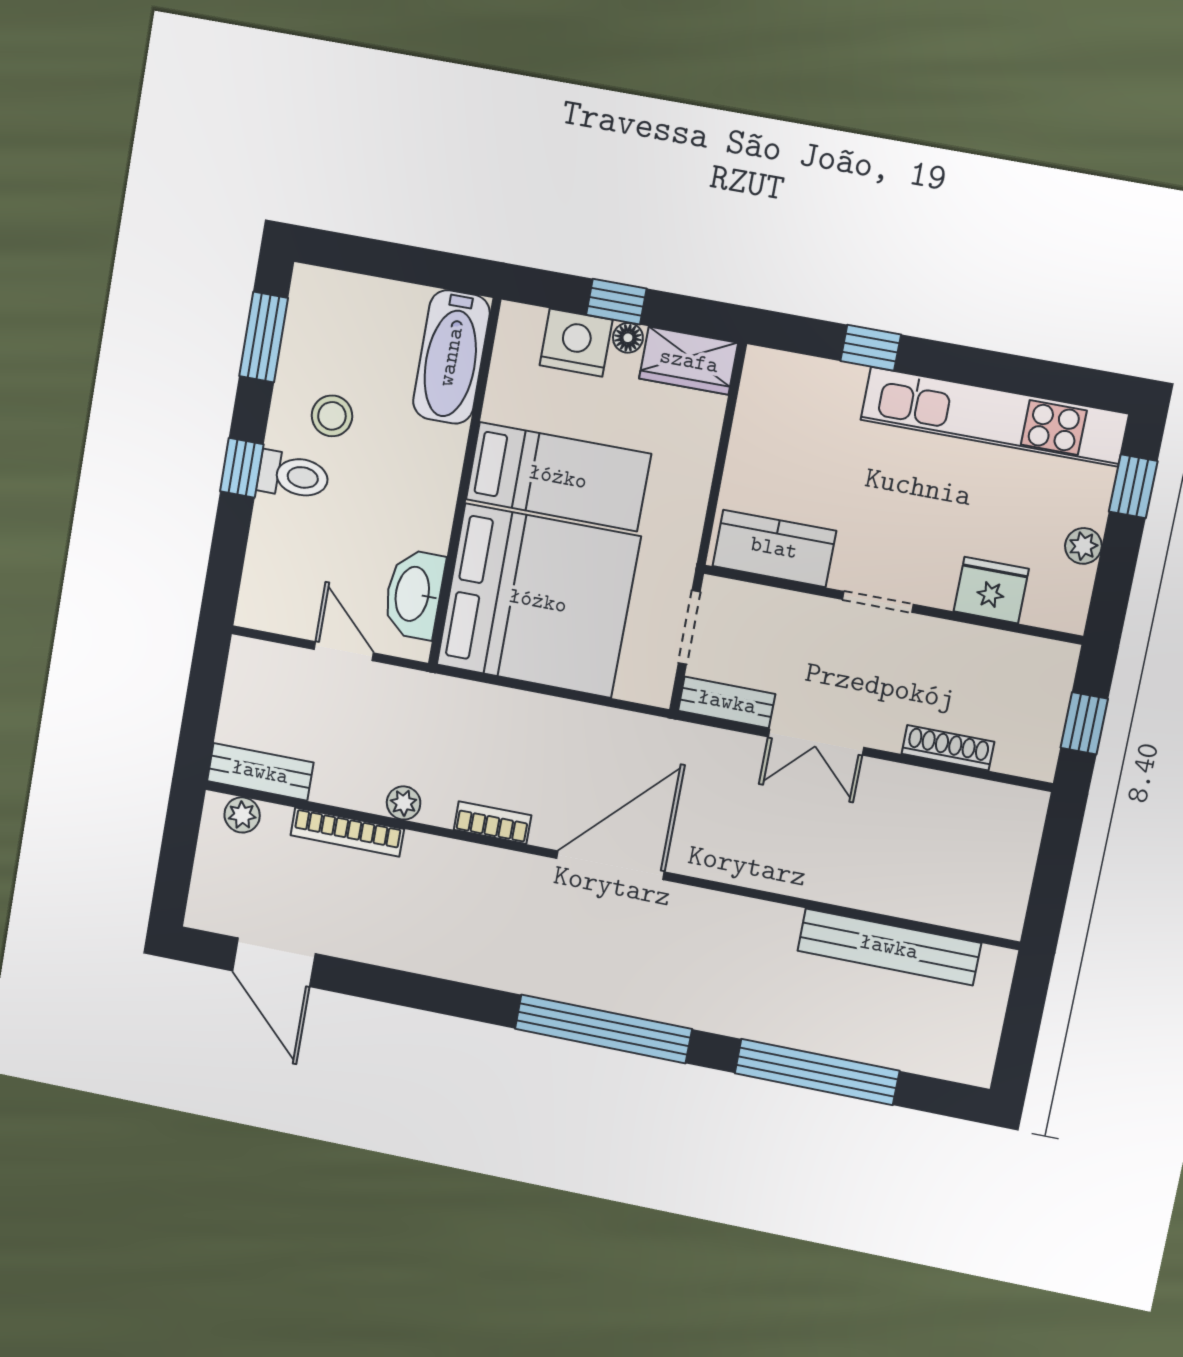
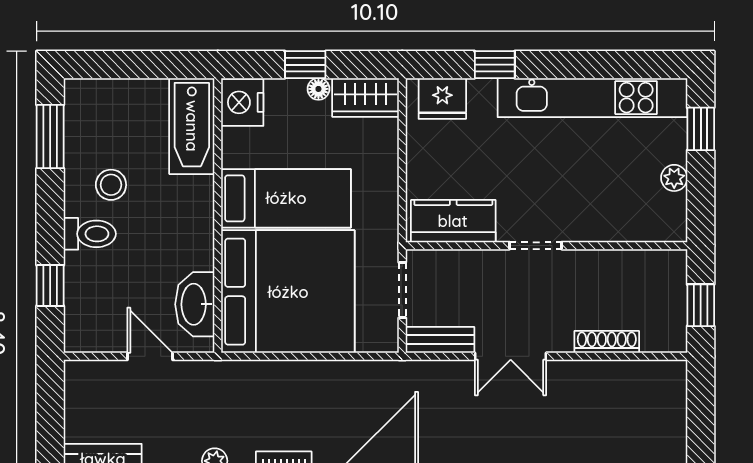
nightstand: (576, 343) -> (242, 102), moved, turned -90
window: (242, 468) -> (50, 285), moved
fridge: (991, 590) -> (442, 98), moved, turned 180

